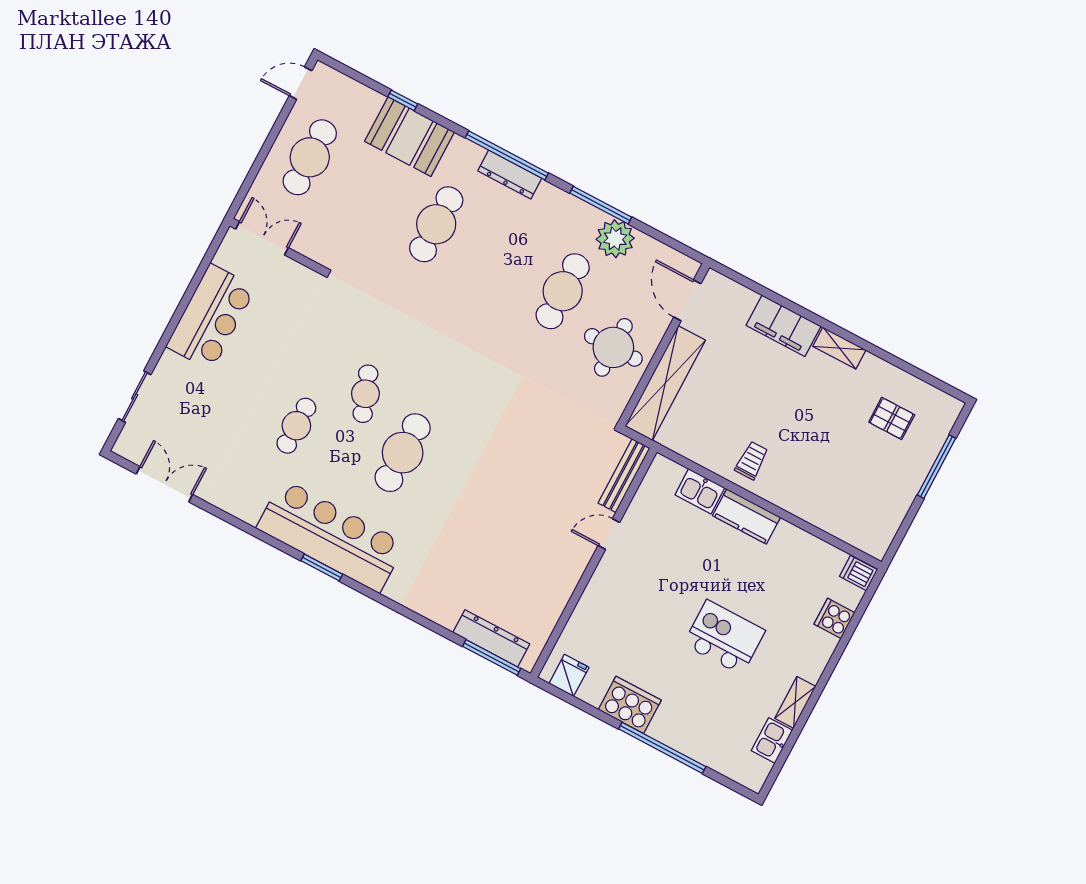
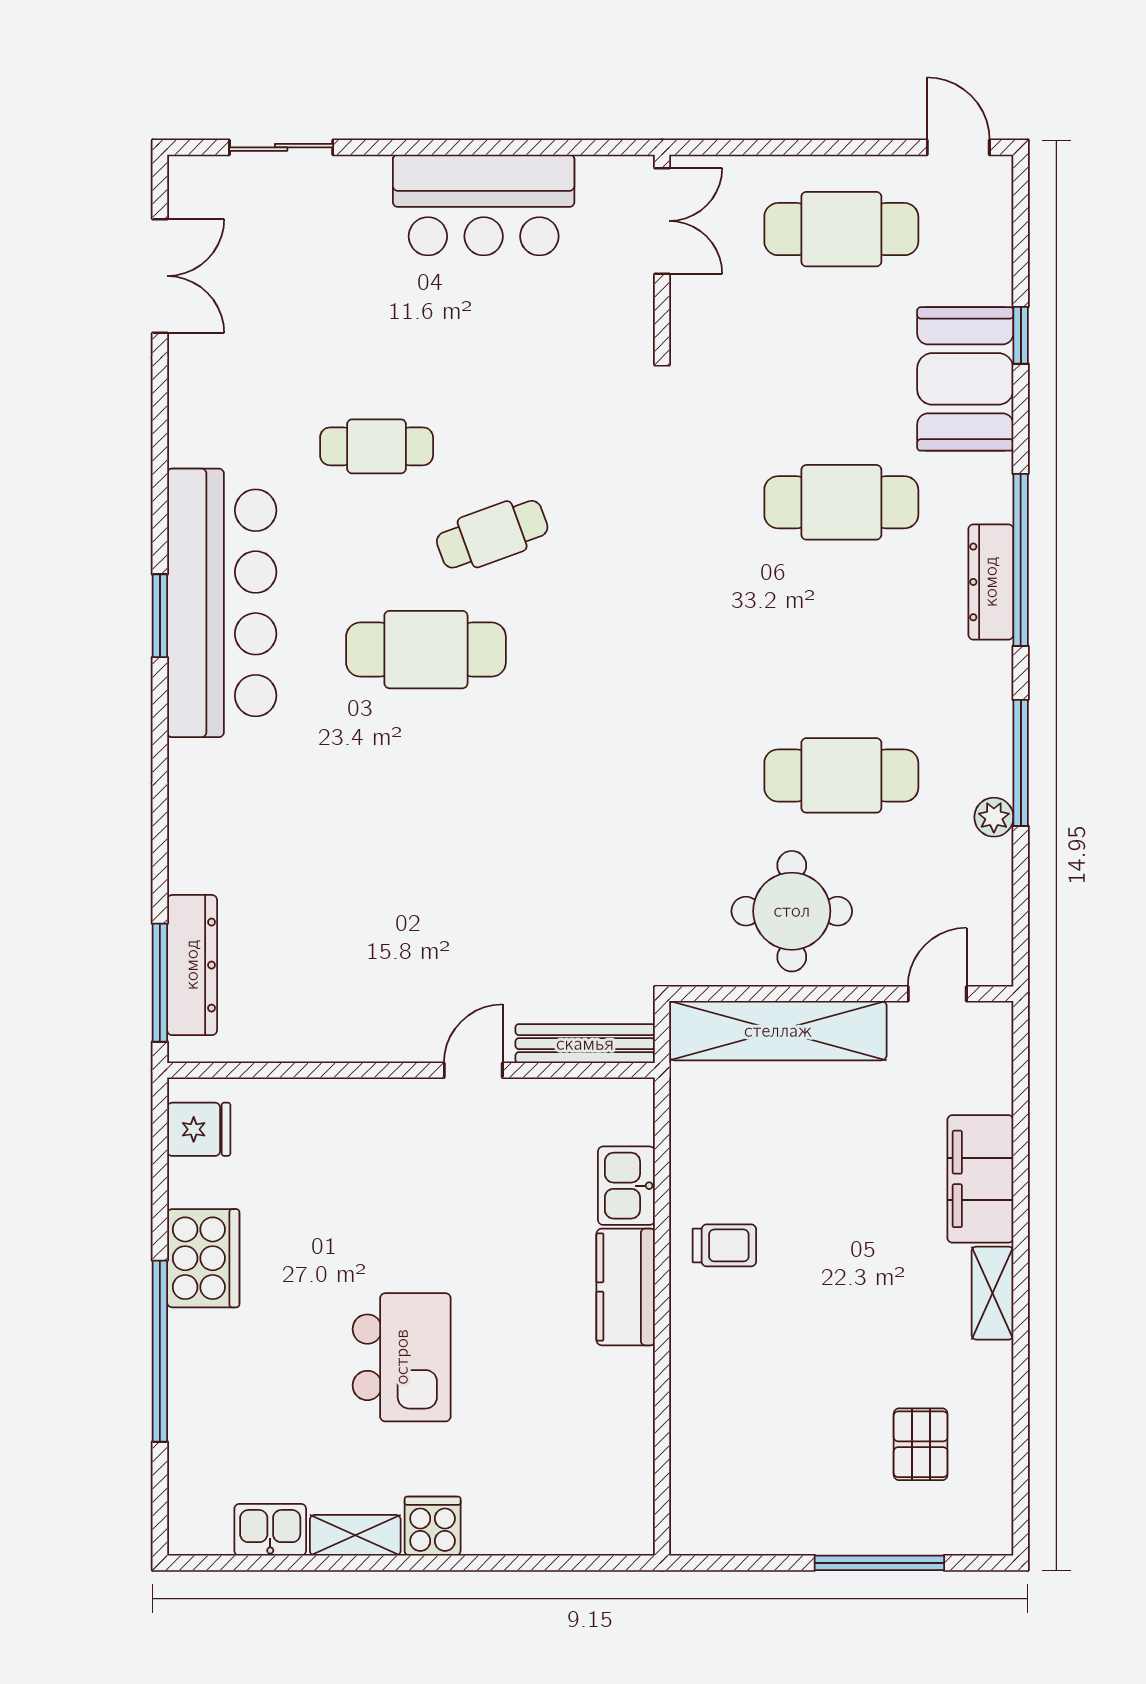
plant: (615, 239) -> (994, 817), width x0.53, depth x0.53
door: (687, 300) -> (937, 994), width x0.73
door: (609, 534) -> (473, 1070), hinge flipped
dishwasher: (858, 573) -> (630, 1526), removed
cooker: (834, 618) -> (433, 1526), moved

